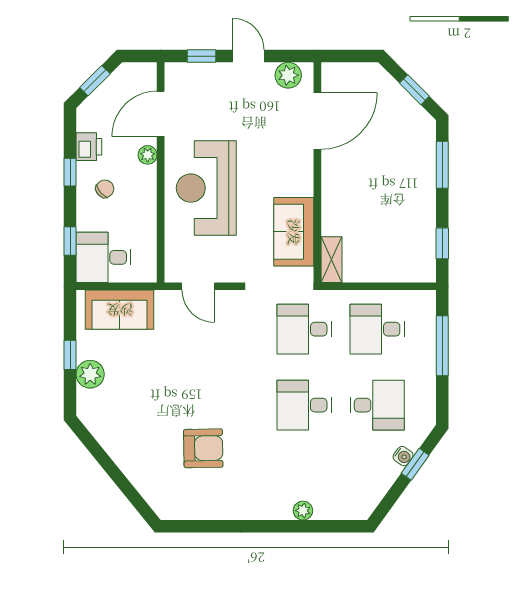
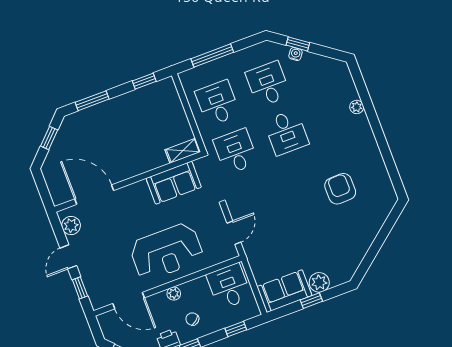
plant: (148, 155) -> (174, 294), moved
desk: (103, 257) -> (229, 286), moved, turned 180
sofa: (120, 310) -> (284, 291), moved, turned -90
desk: (304, 329) -> (236, 151), turned 180
desk: (377, 329) -> (218, 103), turned 180

